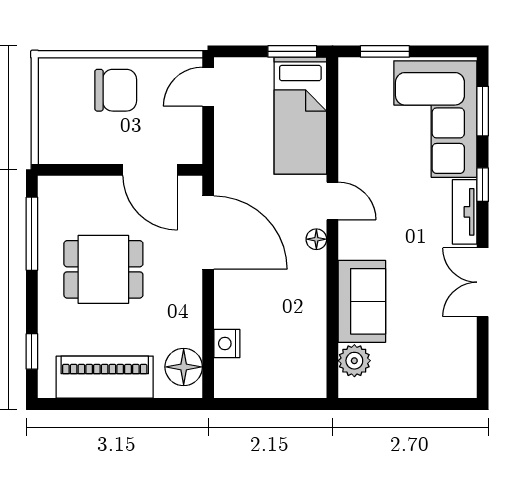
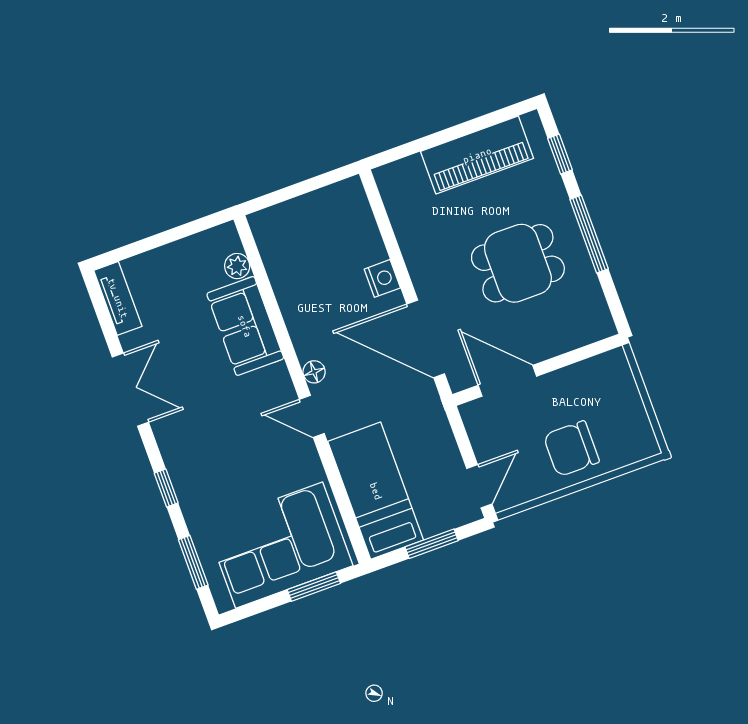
window: (292, 51) -> (432, 544), moved
corner sofa: (435, 119) -> (279, 545), moved, turned -90
tv unit: (465, 212) -> (118, 298), moved
window: (32, 234) -> (589, 234), moved
nightstand: (227, 344) -> (382, 278), moved
plant: (354, 361) -> (237, 266), width x0.73, depth x0.73
floor lamp: (184, 367) -> (401, 194), removed

